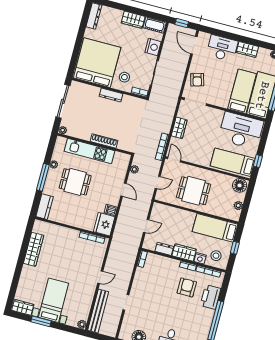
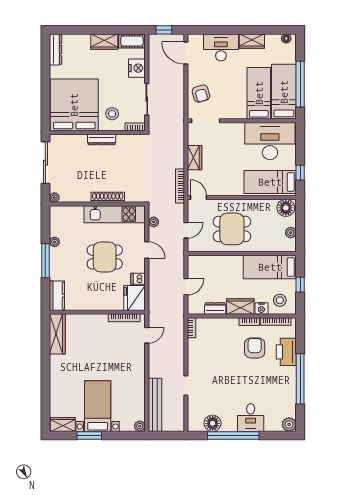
kitchen unit: (89, 151) -> (115, 214), moved
dining table: (75, 182) -> (105, 257), moved
wardrobe: (34, 249) -> (57, 334), moved
door: (100, 277) -> (147, 335), moved

